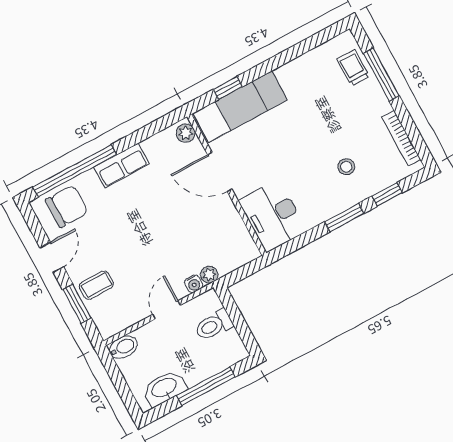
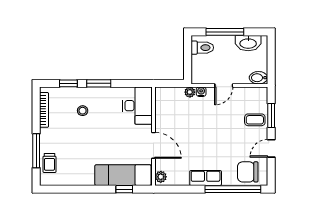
toilet: (214, 325) -> (202, 48), moved

